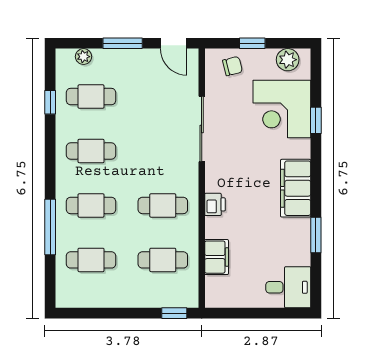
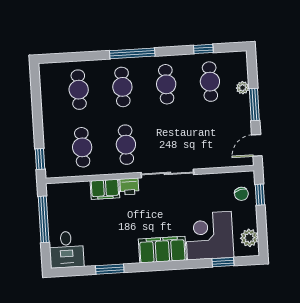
window: (252, 43) -> (260, 195), moved
plant: (83, 57) -> (243, 88), moved
window: (316, 120) -> (223, 262), moved
sliding door: (202, 129) -> (167, 173), moved
filing cabinet: (296, 188) -> (162, 250), moved
window: (50, 227) -> (132, 53), moved
filing cabinet: (217, 257) -> (105, 189), moved
window: (249, 313) -> (44, 219), added

